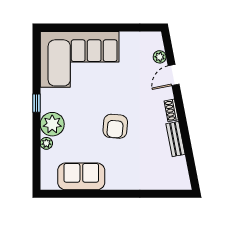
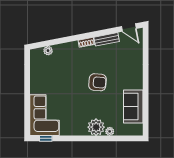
corner sofa: (80, 59) -> (45, 115), width x0.73, depth x0.74
door: (174, 75) -> (129, 27), moved
window: (36, 103) -> (46, 138), moved

